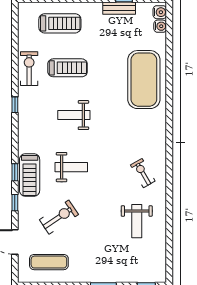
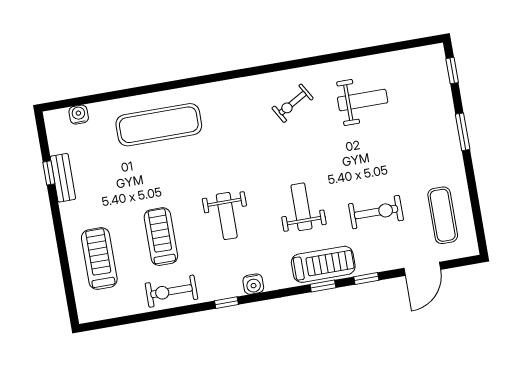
water cooler: (160, 12) -> (253, 284), moved, turned 180
exercise mat: (144, 80) -> (159, 125), width x0.68
exercise bike: (59, 217) -> (376, 212), turned 124

